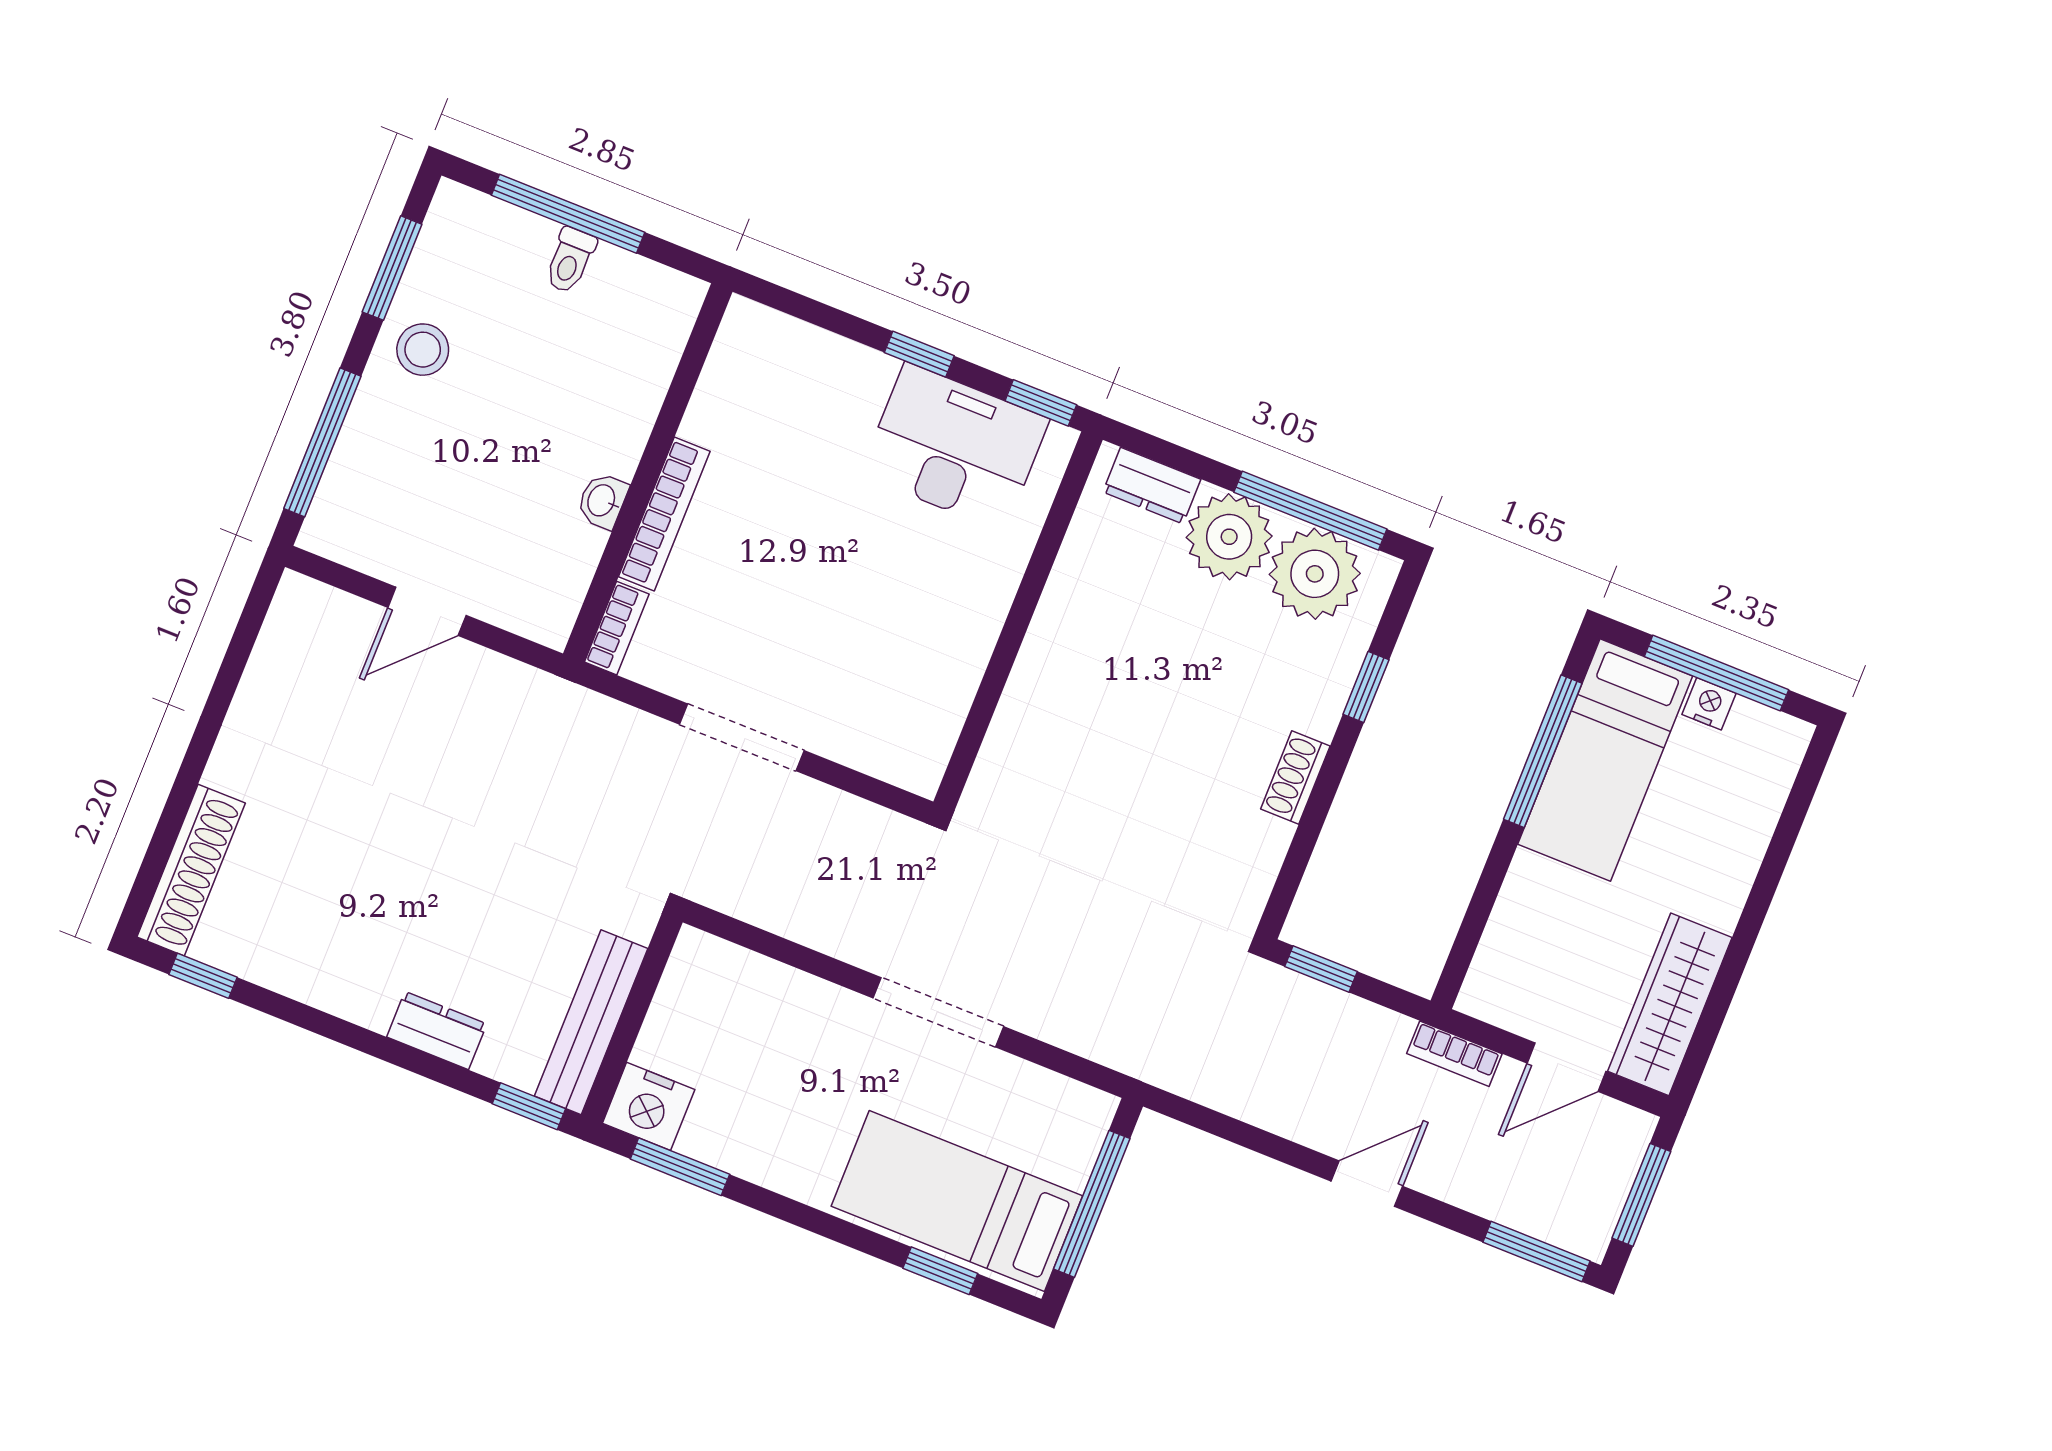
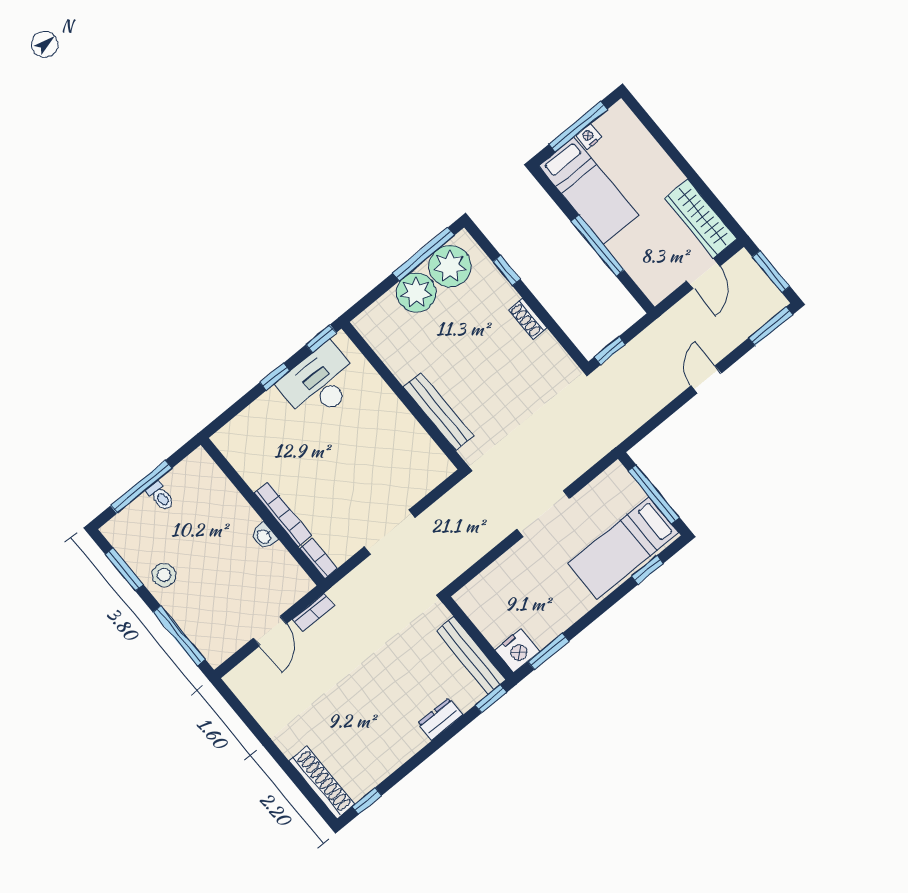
dresser: (1152, 486) -> (379, 312), removed
bench: (1024, 704) -> (438, 412), added
window: (1543, 751) -> (598, 246), moved
bookcase: (1454, 1054) -> (313, 612), moved

